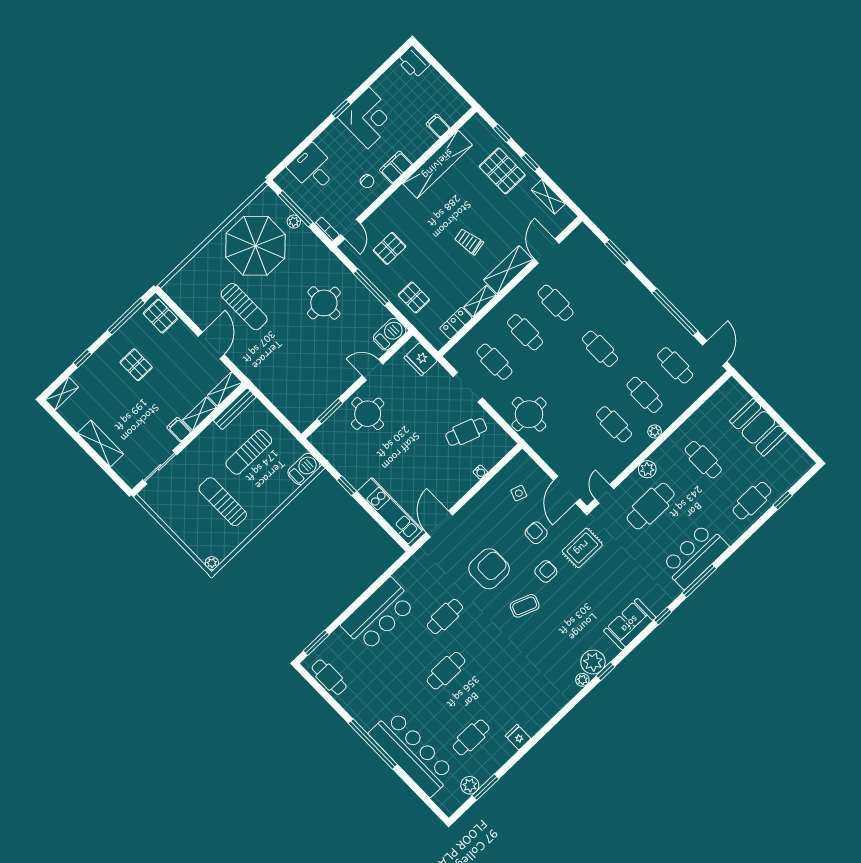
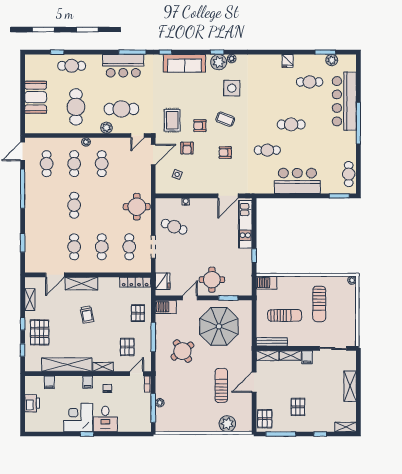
printer: (413, 62) -> (32, 403), moved
filing cabinet: (396, 167) -> (88, 382), width x0.50
desk: (313, 168) -> (105, 419), moved
parasol: (255, 246) -> (219, 326), moved
pallet: (389, 248) -> (127, 347), turned 90
plant: (196, 271) -> (227, 424), added
shelving: (480, 301) -> (103, 367), moved
round table: (324, 303) -> (182, 351), turned -36
locker: (456, 323) -> (135, 282), width x1.53
door: (373, 370) -> (190, 298), swing flipped
cafe table: (703, 460) -> (76, 107), width x1.37, depth x1.35
rug: (582, 548) -> (172, 120), turned 90
armchair: (489, 569) -> (225, 153), width x0.53, depth x0.53
sofa: (630, 624) -> (184, 63), width x1.36
side table: (551, 647) -> (232, 88), added

